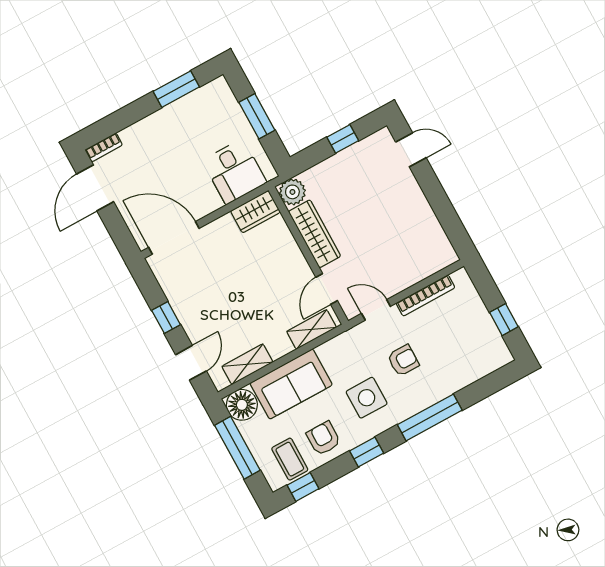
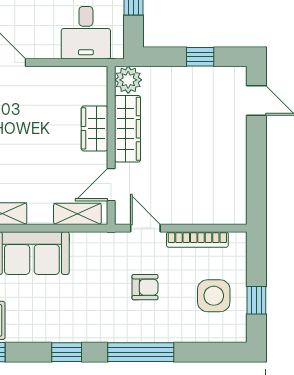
wardrobe: (255, 212) -> (94, 128), moved, turned 90
side table: (367, 398) -> (214, 296), moved
armchair: (323, 438) -> (34, 318), removed

